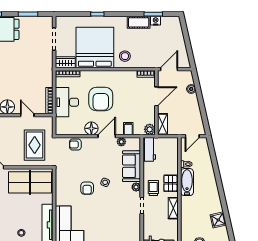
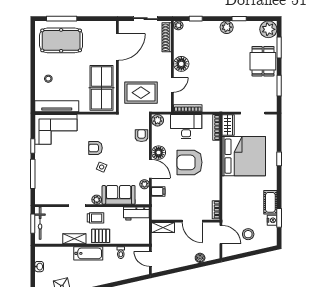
stool: (125, 56) -> (248, 234), moved
plant: (150, 129) -> (158, 120), moved
bathtub: (187, 182) -> (88, 253), moved

